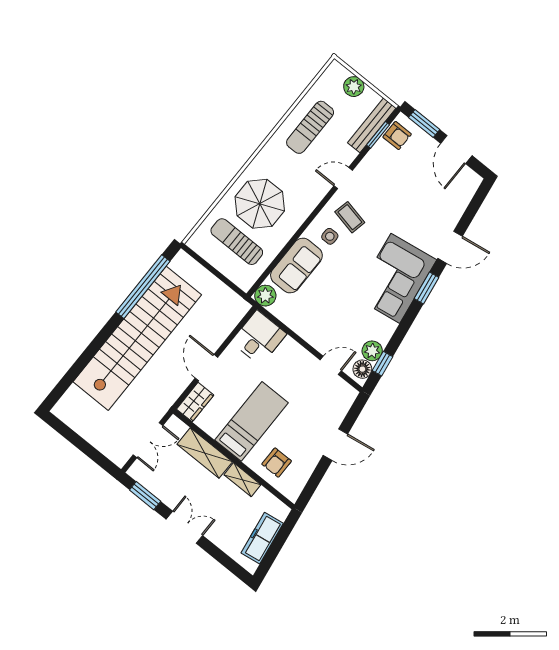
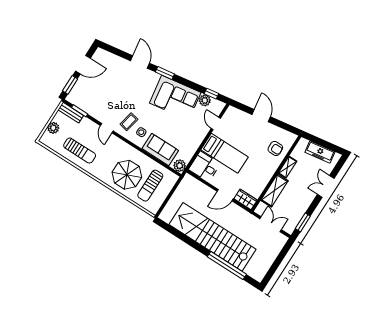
bench: (372, 125) -> (71, 113), width x0.73
armchair: (397, 136) -> (79, 100), removed
corner sofa: (395, 278) -> (175, 98), moved
window: (143, 287) -> (227, 265), moved
floor lamp: (362, 369) -> (216, 105), removed
bed: (252, 421) -> (225, 153), moved, turned 180
double door: (184, 527) -> (326, 186), moved

